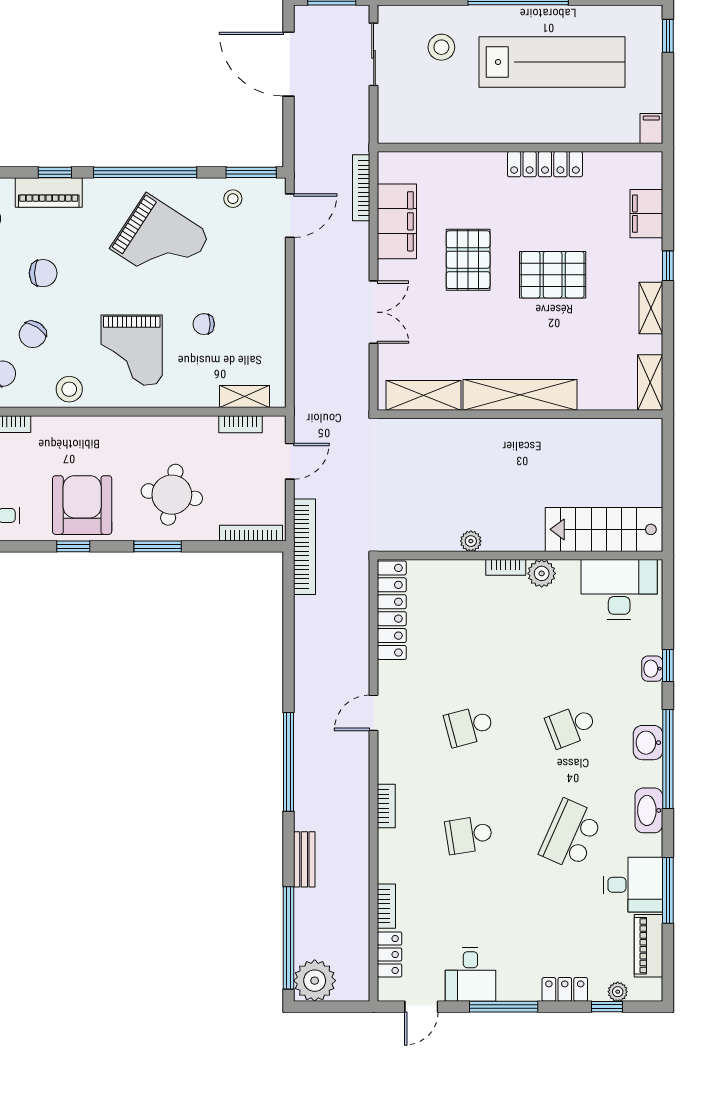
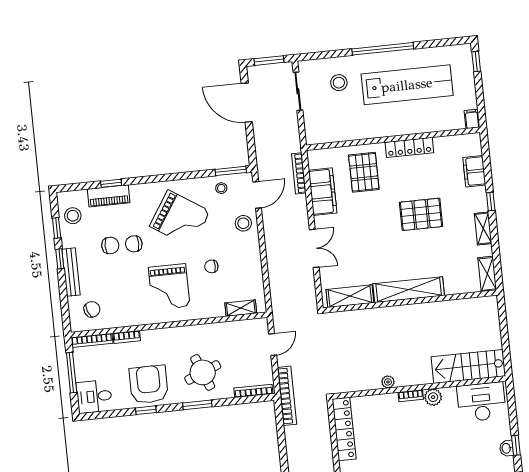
window: (145, 172) -> (166, 178), removed
pallet: (468, 260) -> (364, 172), moved
chair: (33, 334) -> (134, 244), moved, turned 57
stool: (69, 389) -> (243, 223), moved
bookcase: (241, 424) -> (127, 337), moved
round table: (172, 495) -> (203, 372), turned -31

